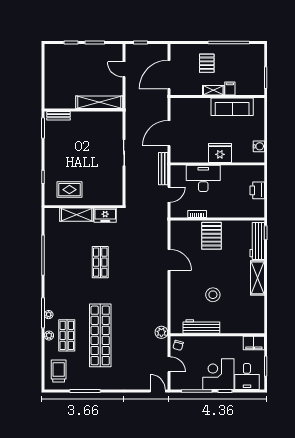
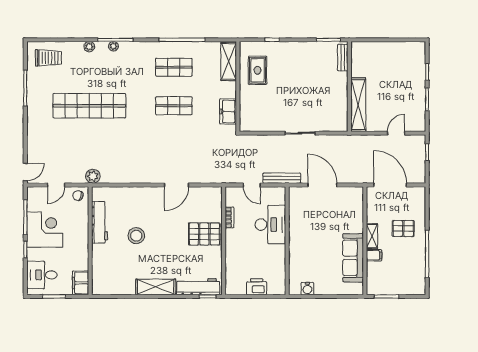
fridge: (220, 153) -> (300, 244), removed
shelving: (77, 215) -> (229, 61), moved
shop shelf: (67, 335) -> (174, 67), moved
corner desk: (218, 374) -> (45, 229), moved

